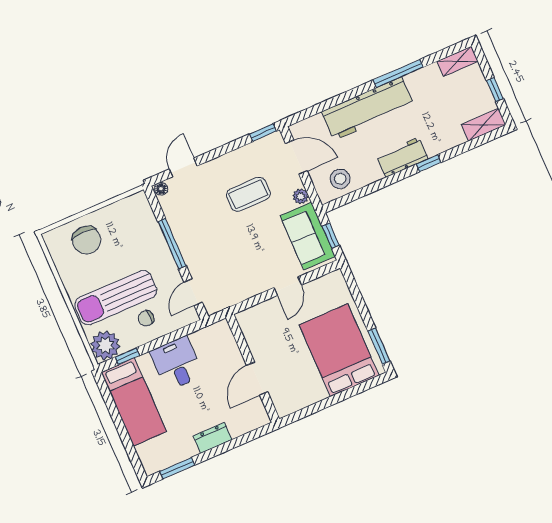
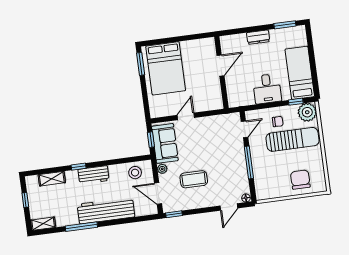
shelving: (484, 125) -> (52, 179), moved

